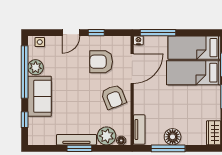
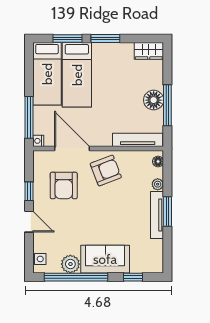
tv unit: (139, 129) -> (138, 140), width x1.41
plant: (106, 136) -> (158, 184), width x0.53, depth x0.53

